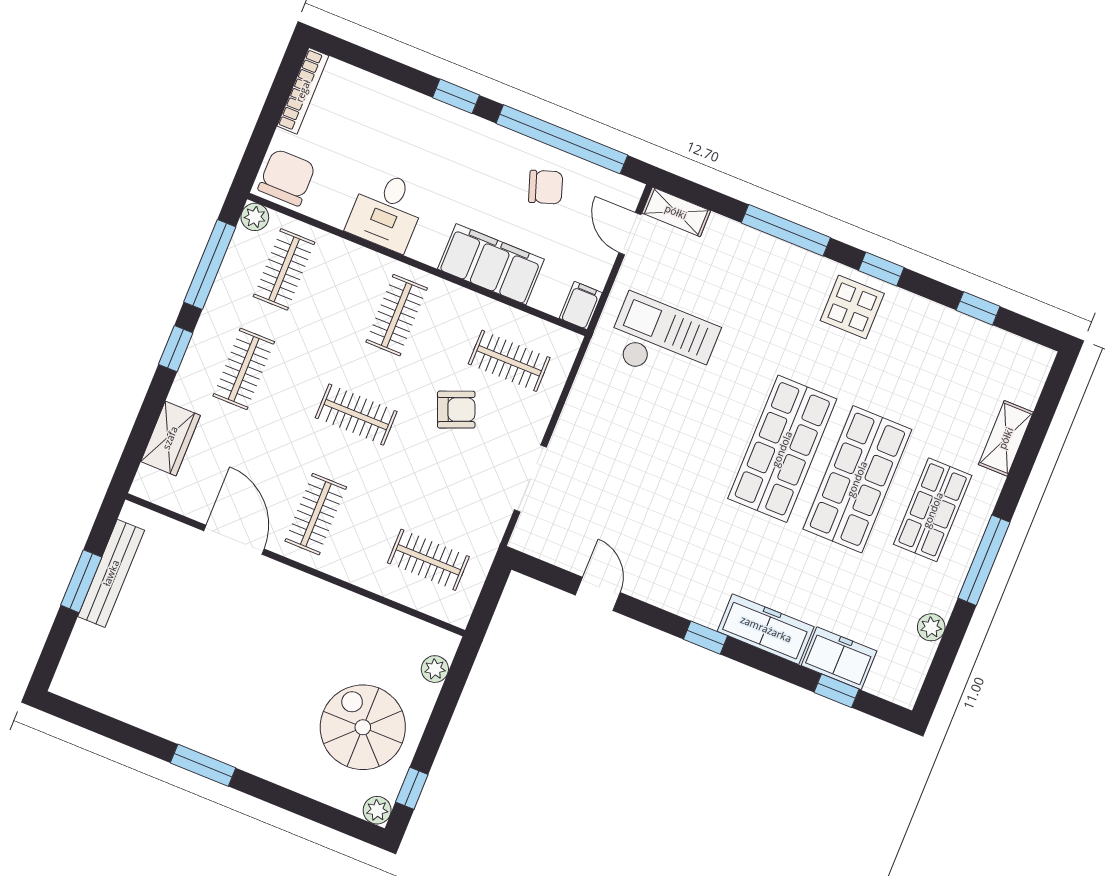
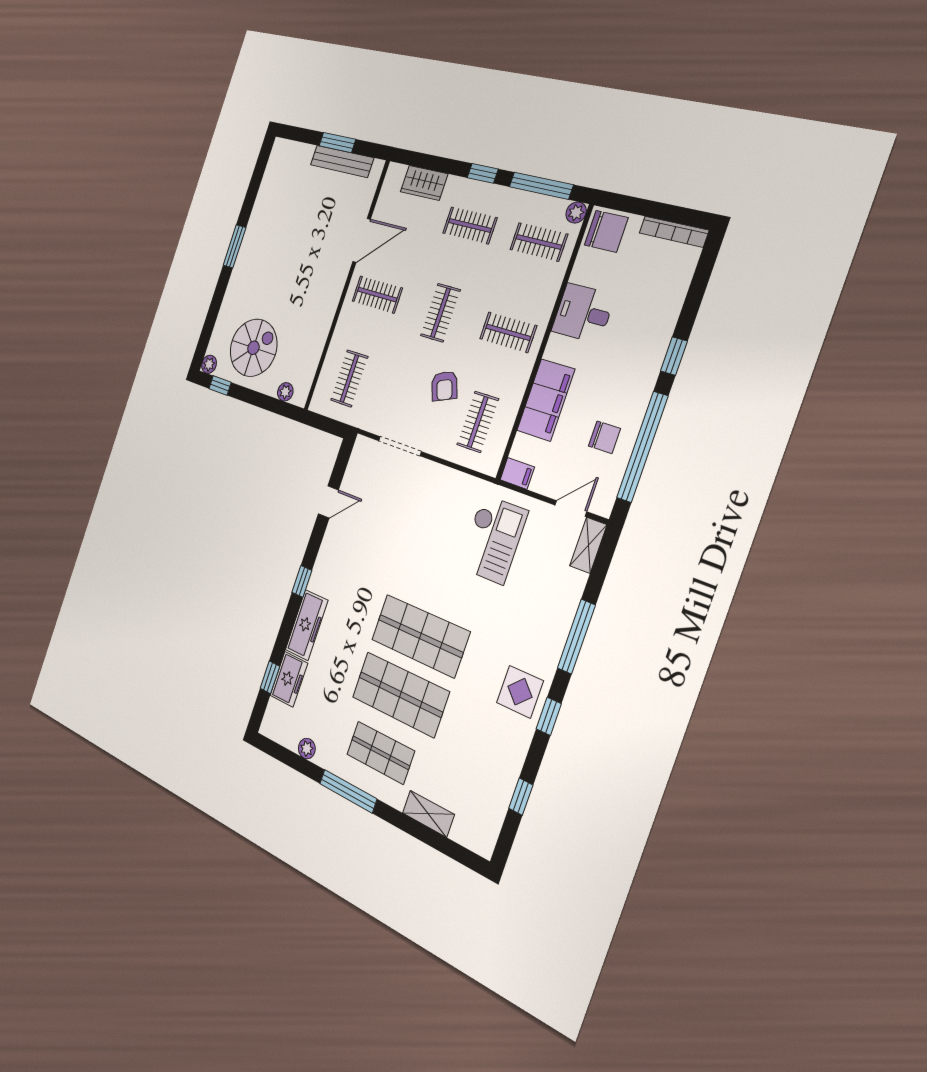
chair: (546, 187) -> (605, 437), turned -71

